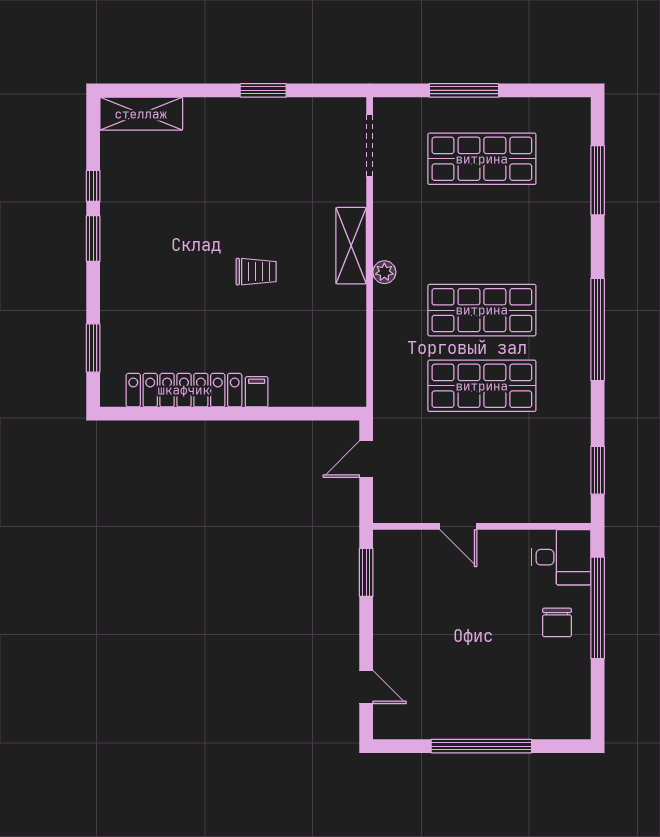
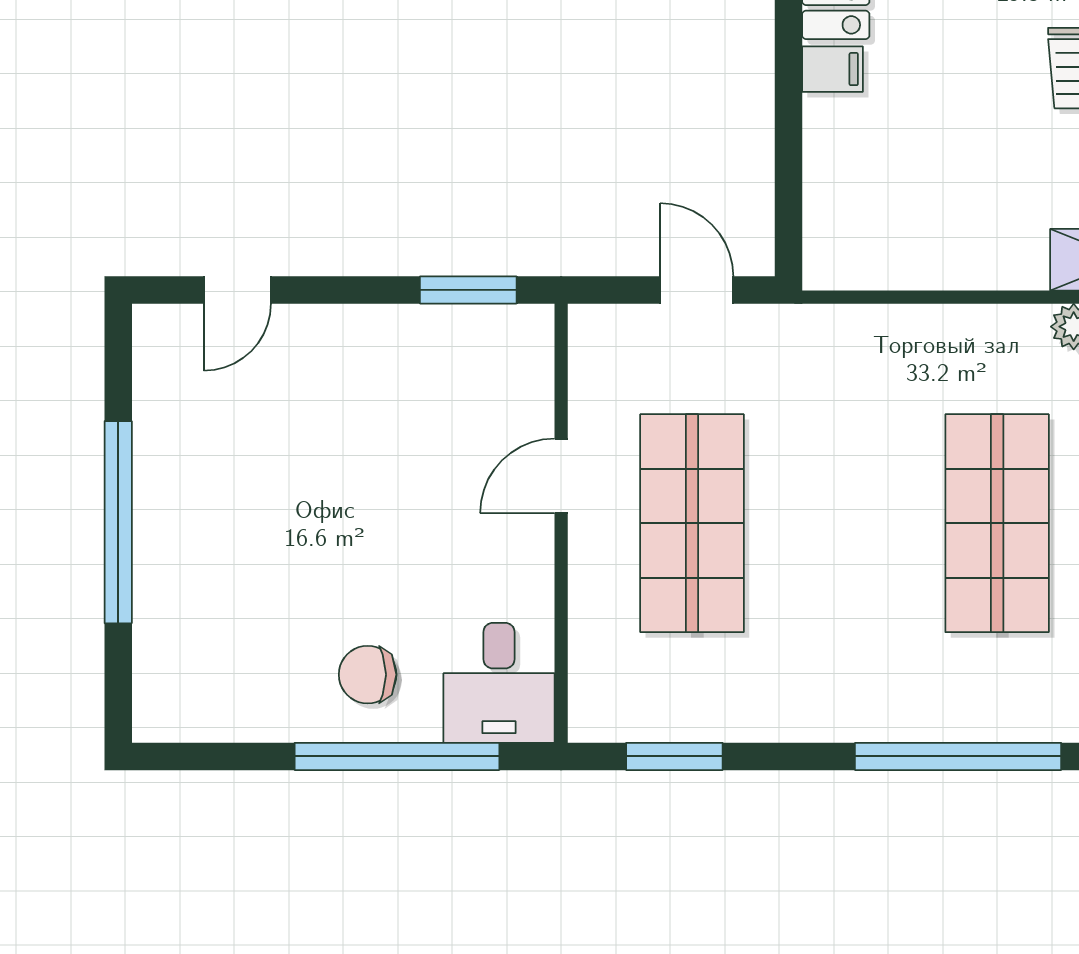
shop shelf: (482, 386) -> (692, 523), moved

